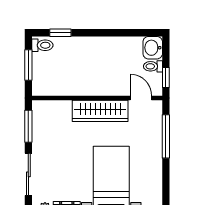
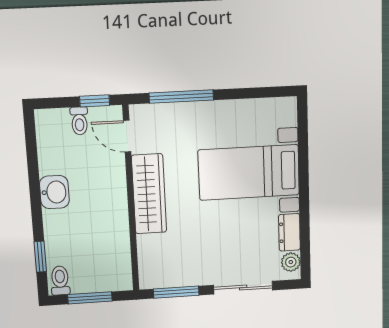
washbasin: (153, 48) -> (54, 192), moved, turned -90
door: (141, 98) -> (127, 136), hinge flipped

